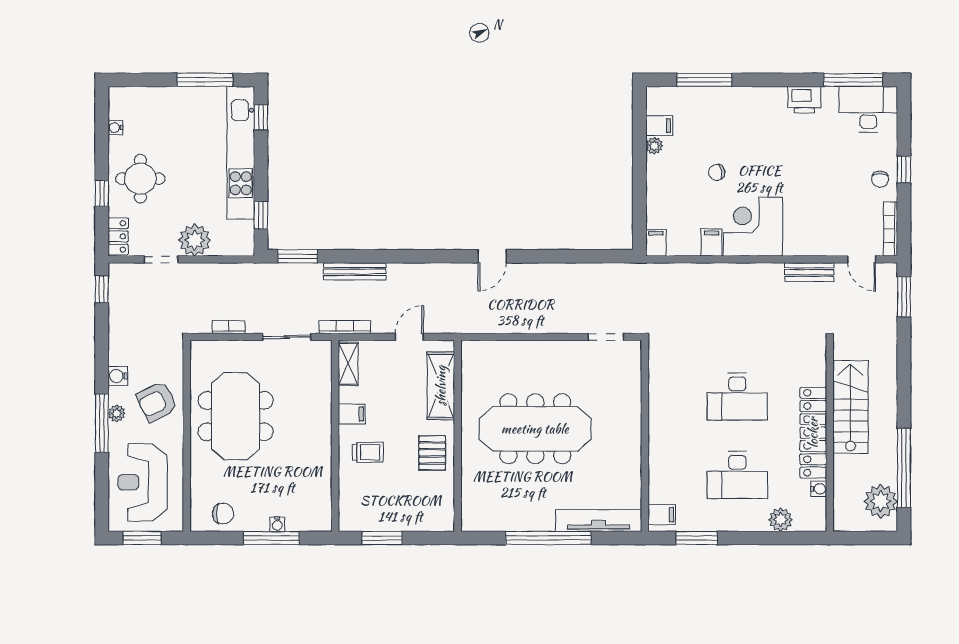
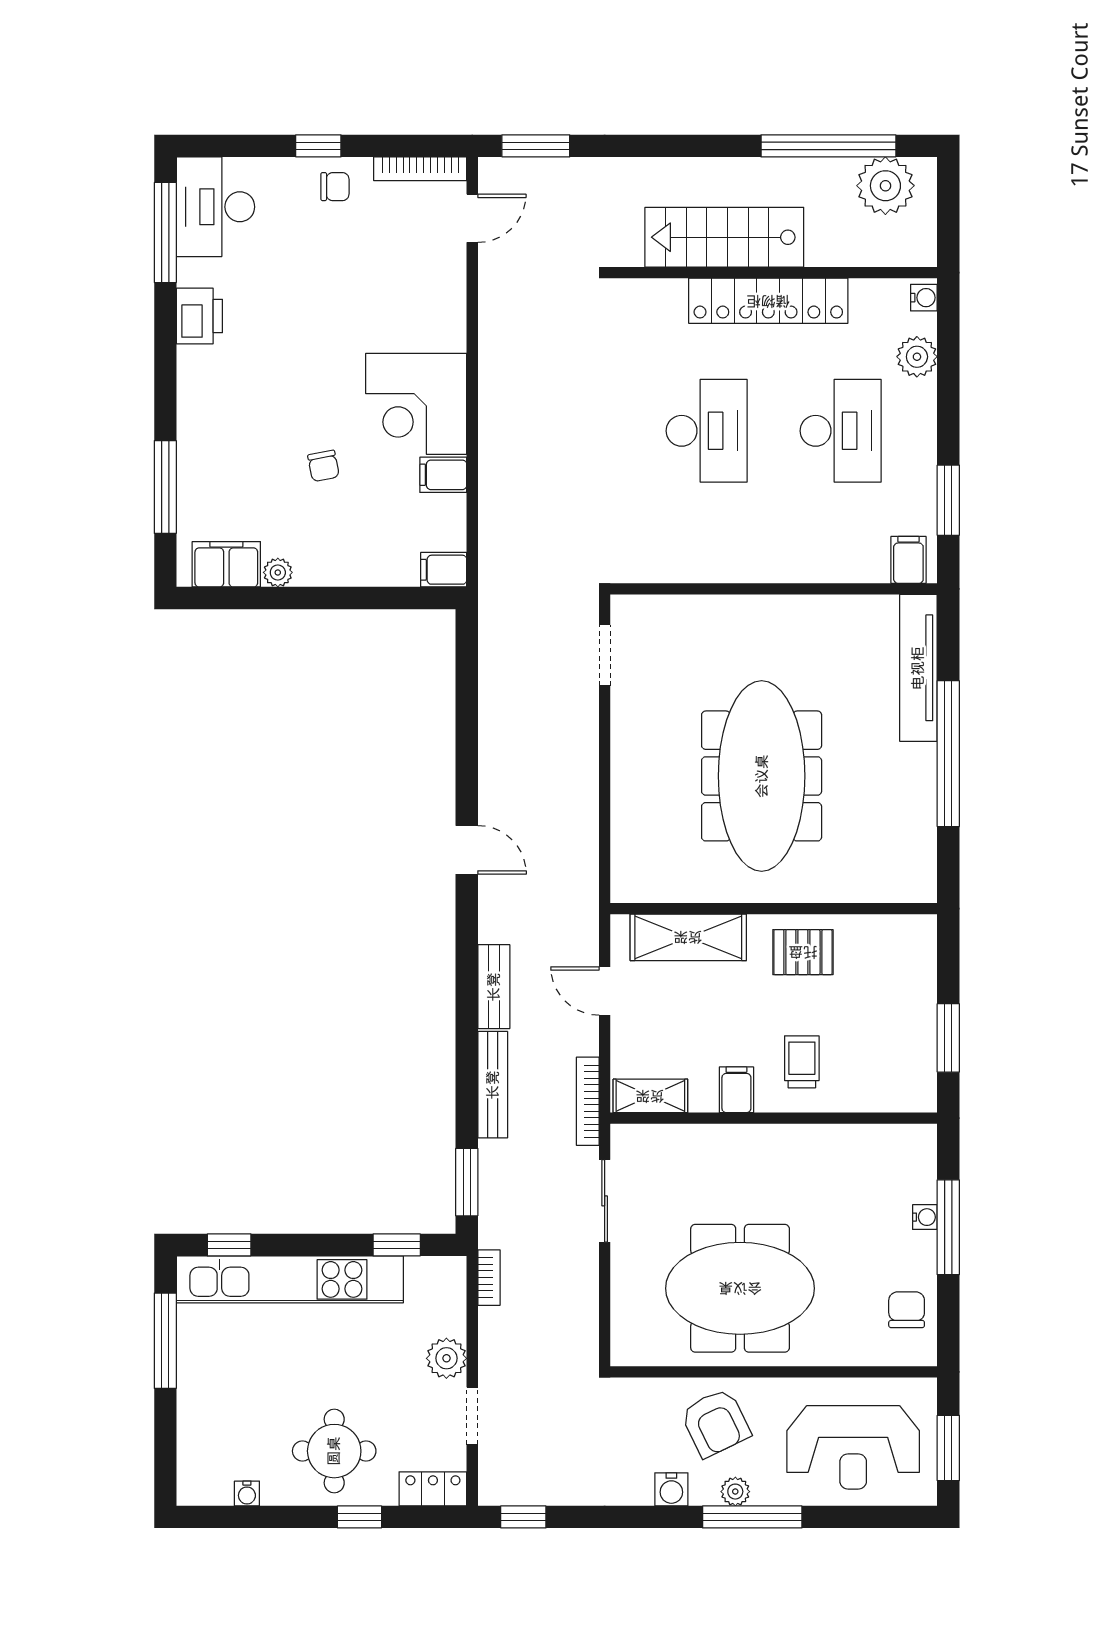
filing cabinet: (659, 126) -> (226, 564), width x2.00
plant: (195, 240) -> (446, 1358), width x0.73, depth x0.73
bench: (809, 272) -> (494, 987), moved
bookcase: (229, 327) -> (489, 1278), moved, turned 180
water cooler: (819, 489) -> (924, 298), moved, turned 90

